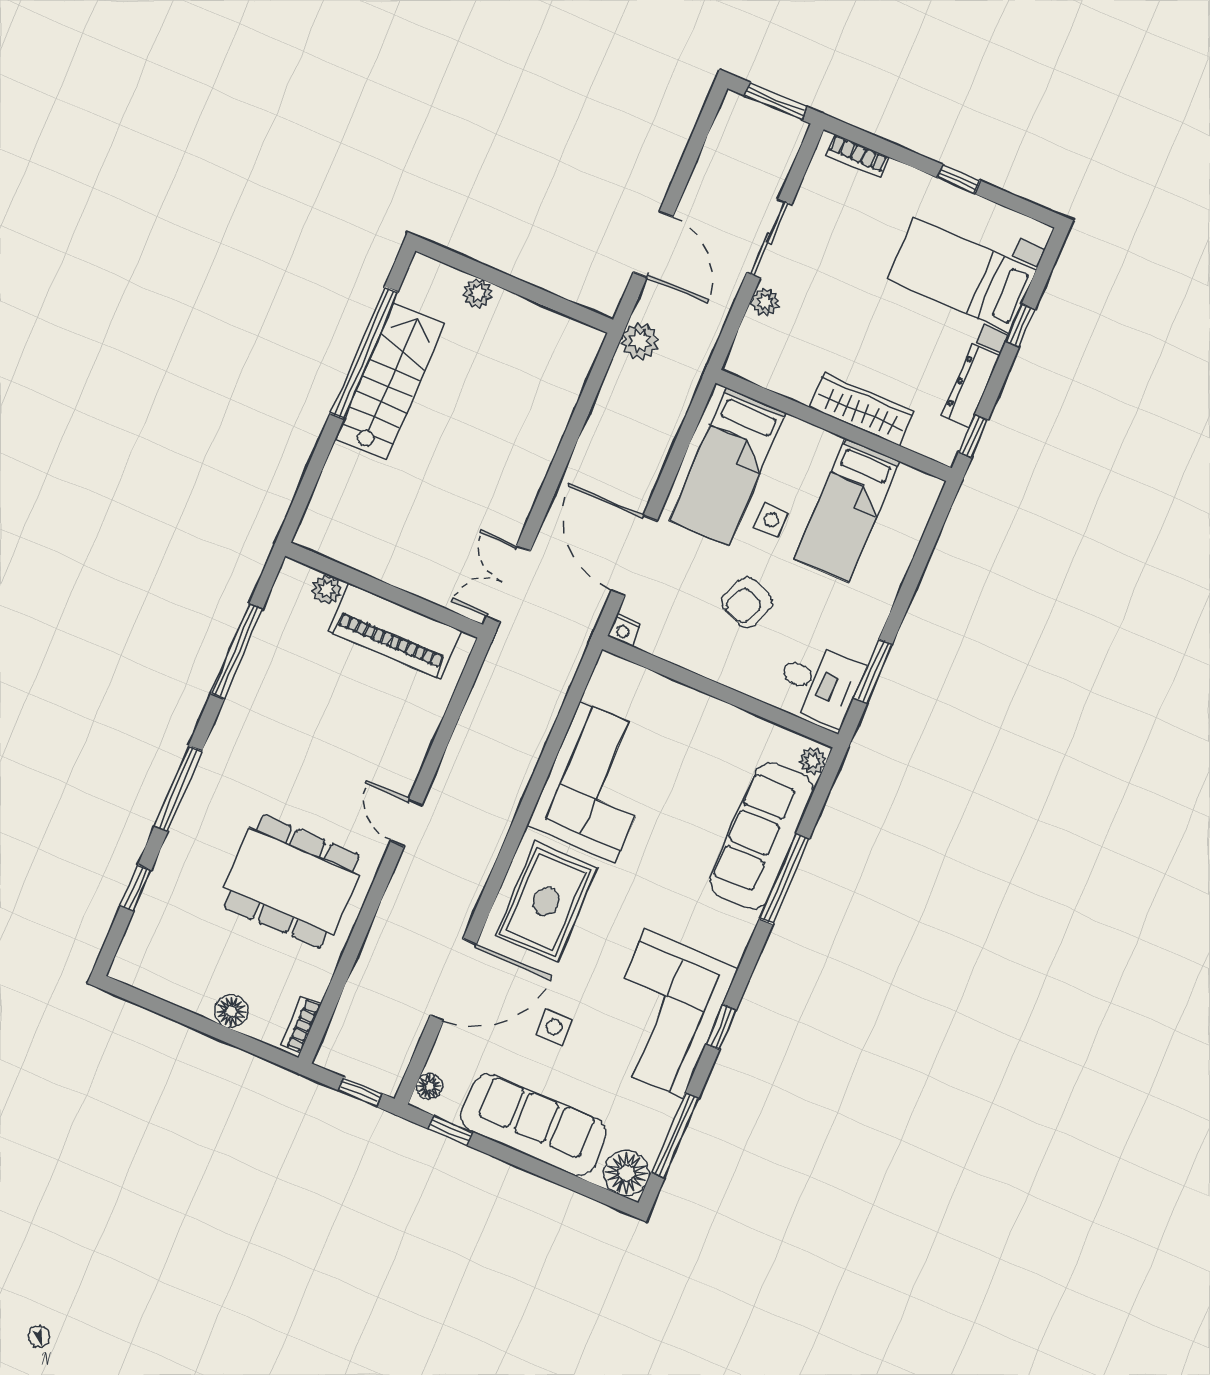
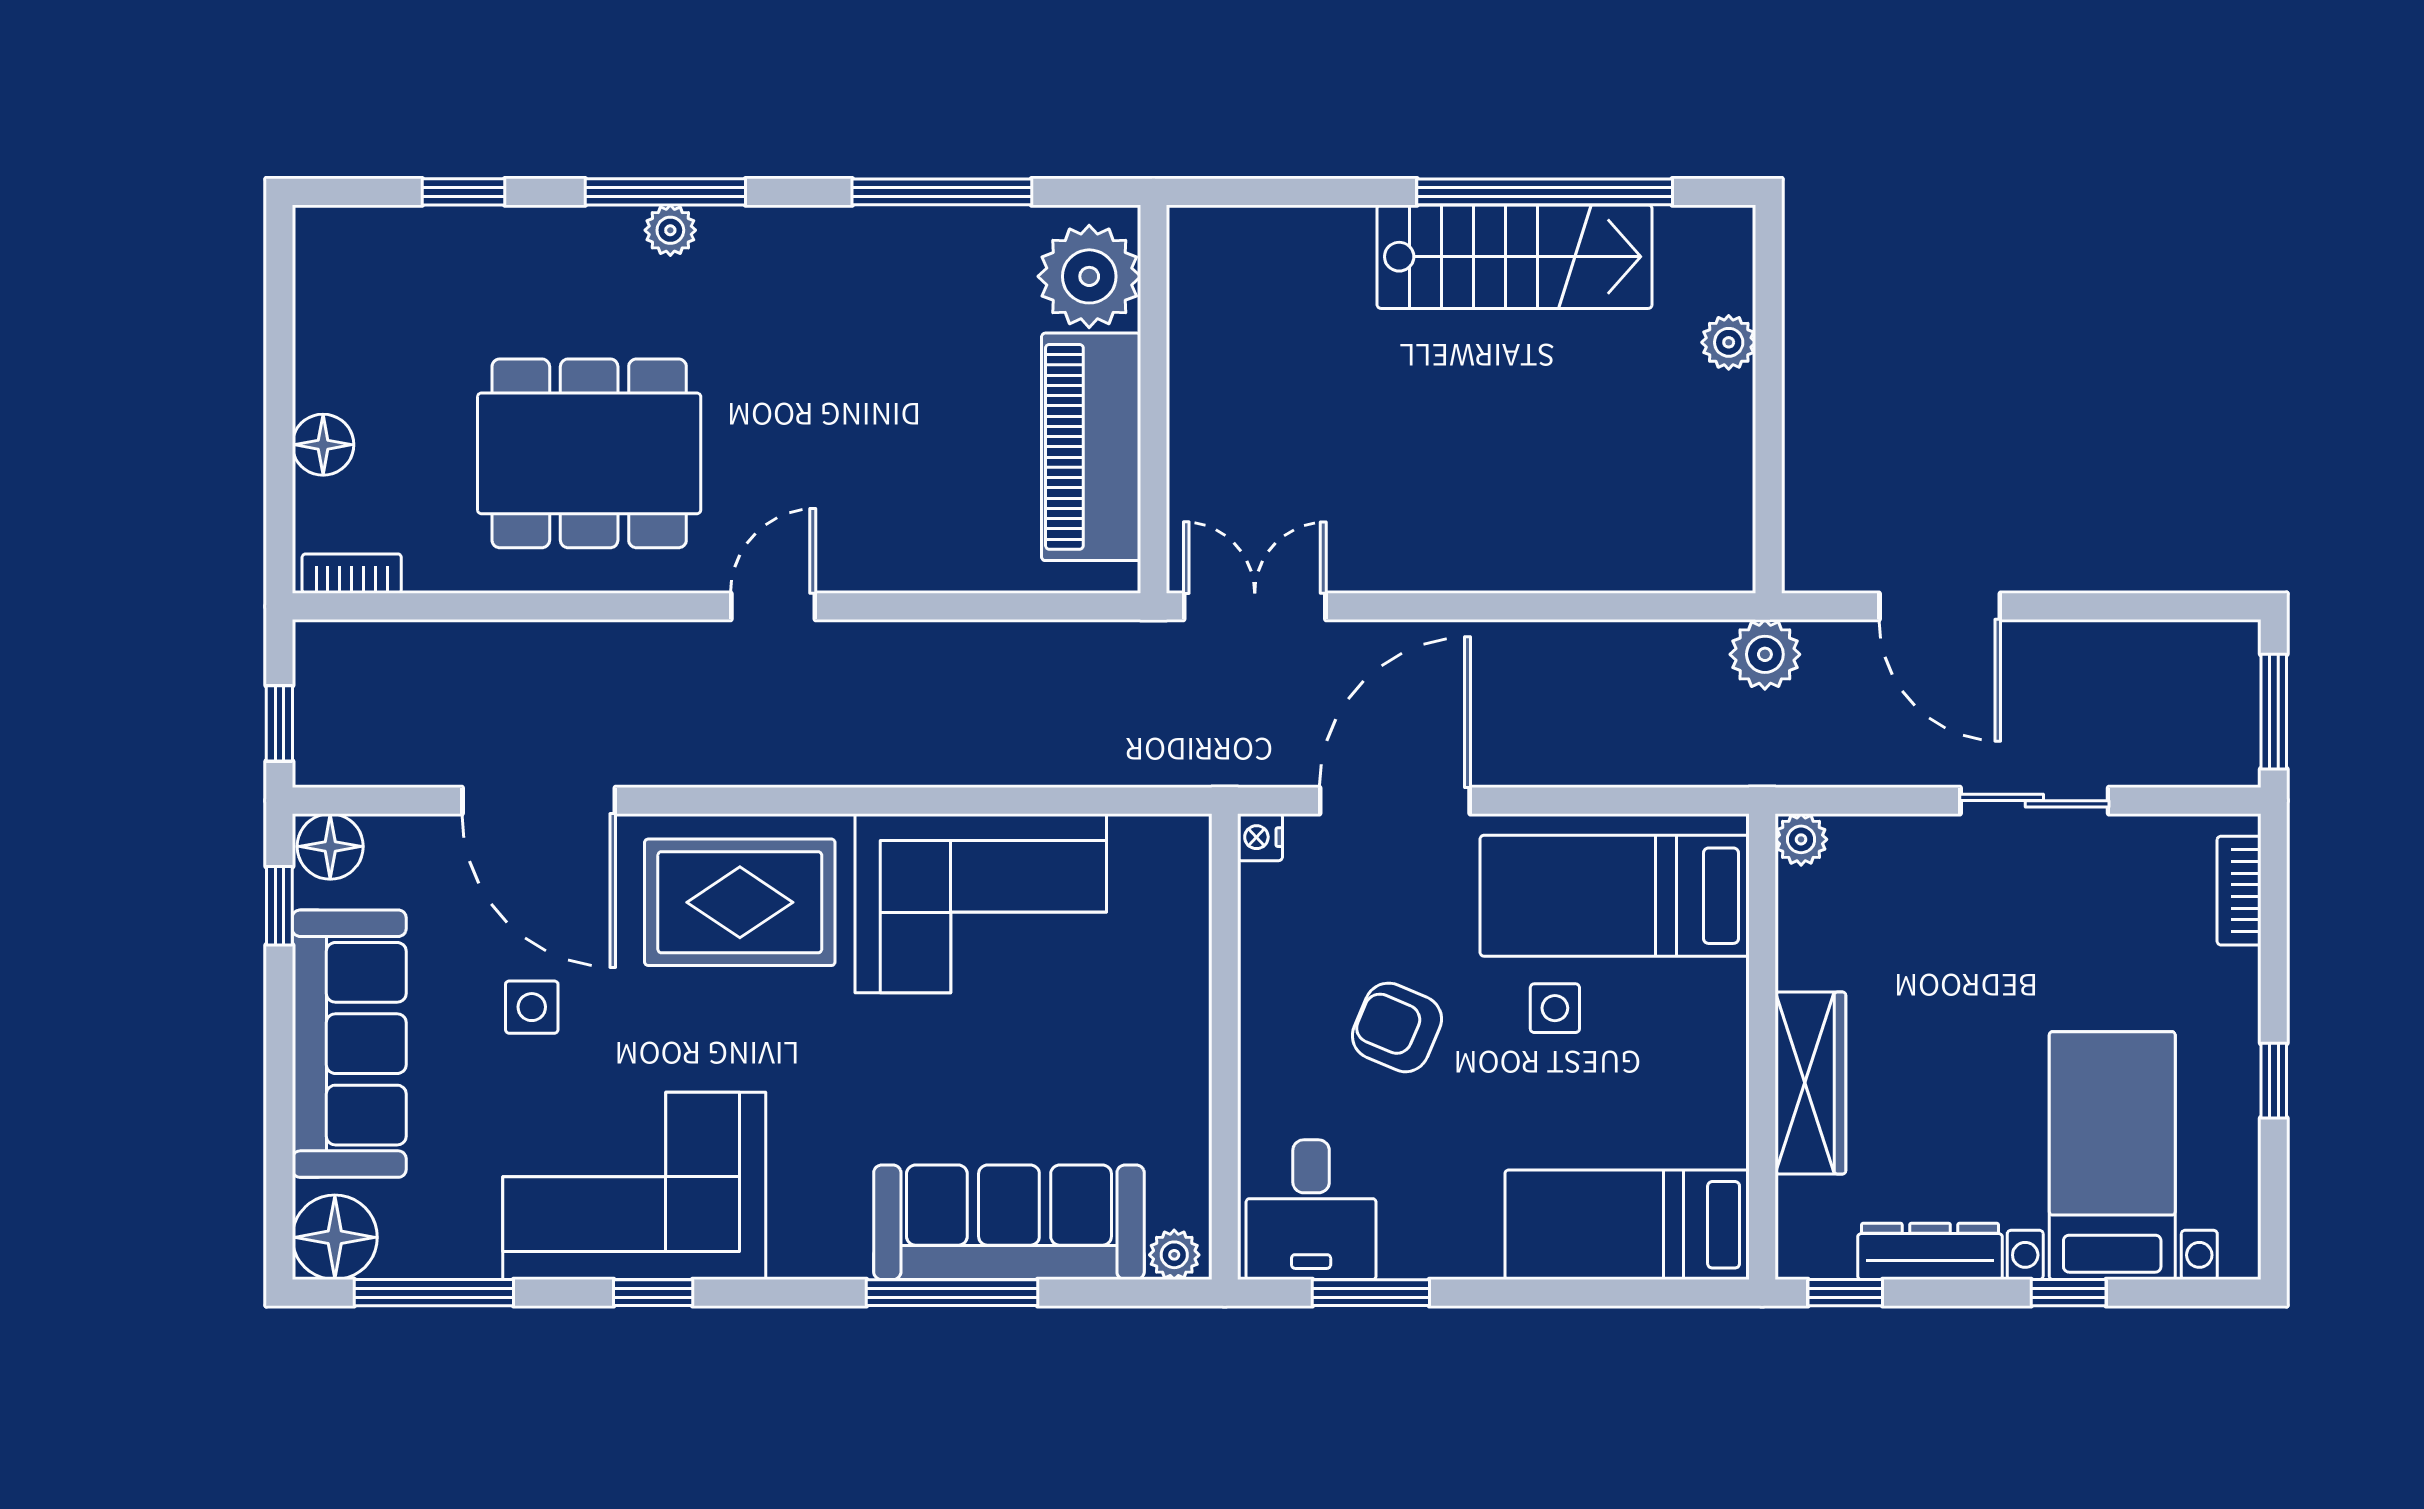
door: (653, 244) -> (1940, 606), hinge flipped
plant: (765, 302) -> (1801, 839), moved
bed: (847, 510) -> (1627, 1225), moved
plant: (327, 589) -> (1089, 276), width x1.88, depth x1.88
plant: (198, 794) -> (670, 230), added
dining table: (292, 881) -> (589, 453), turned 90
floor lamp: (429, 1086) -> (330, 846), width x1.37, depth x1.37

